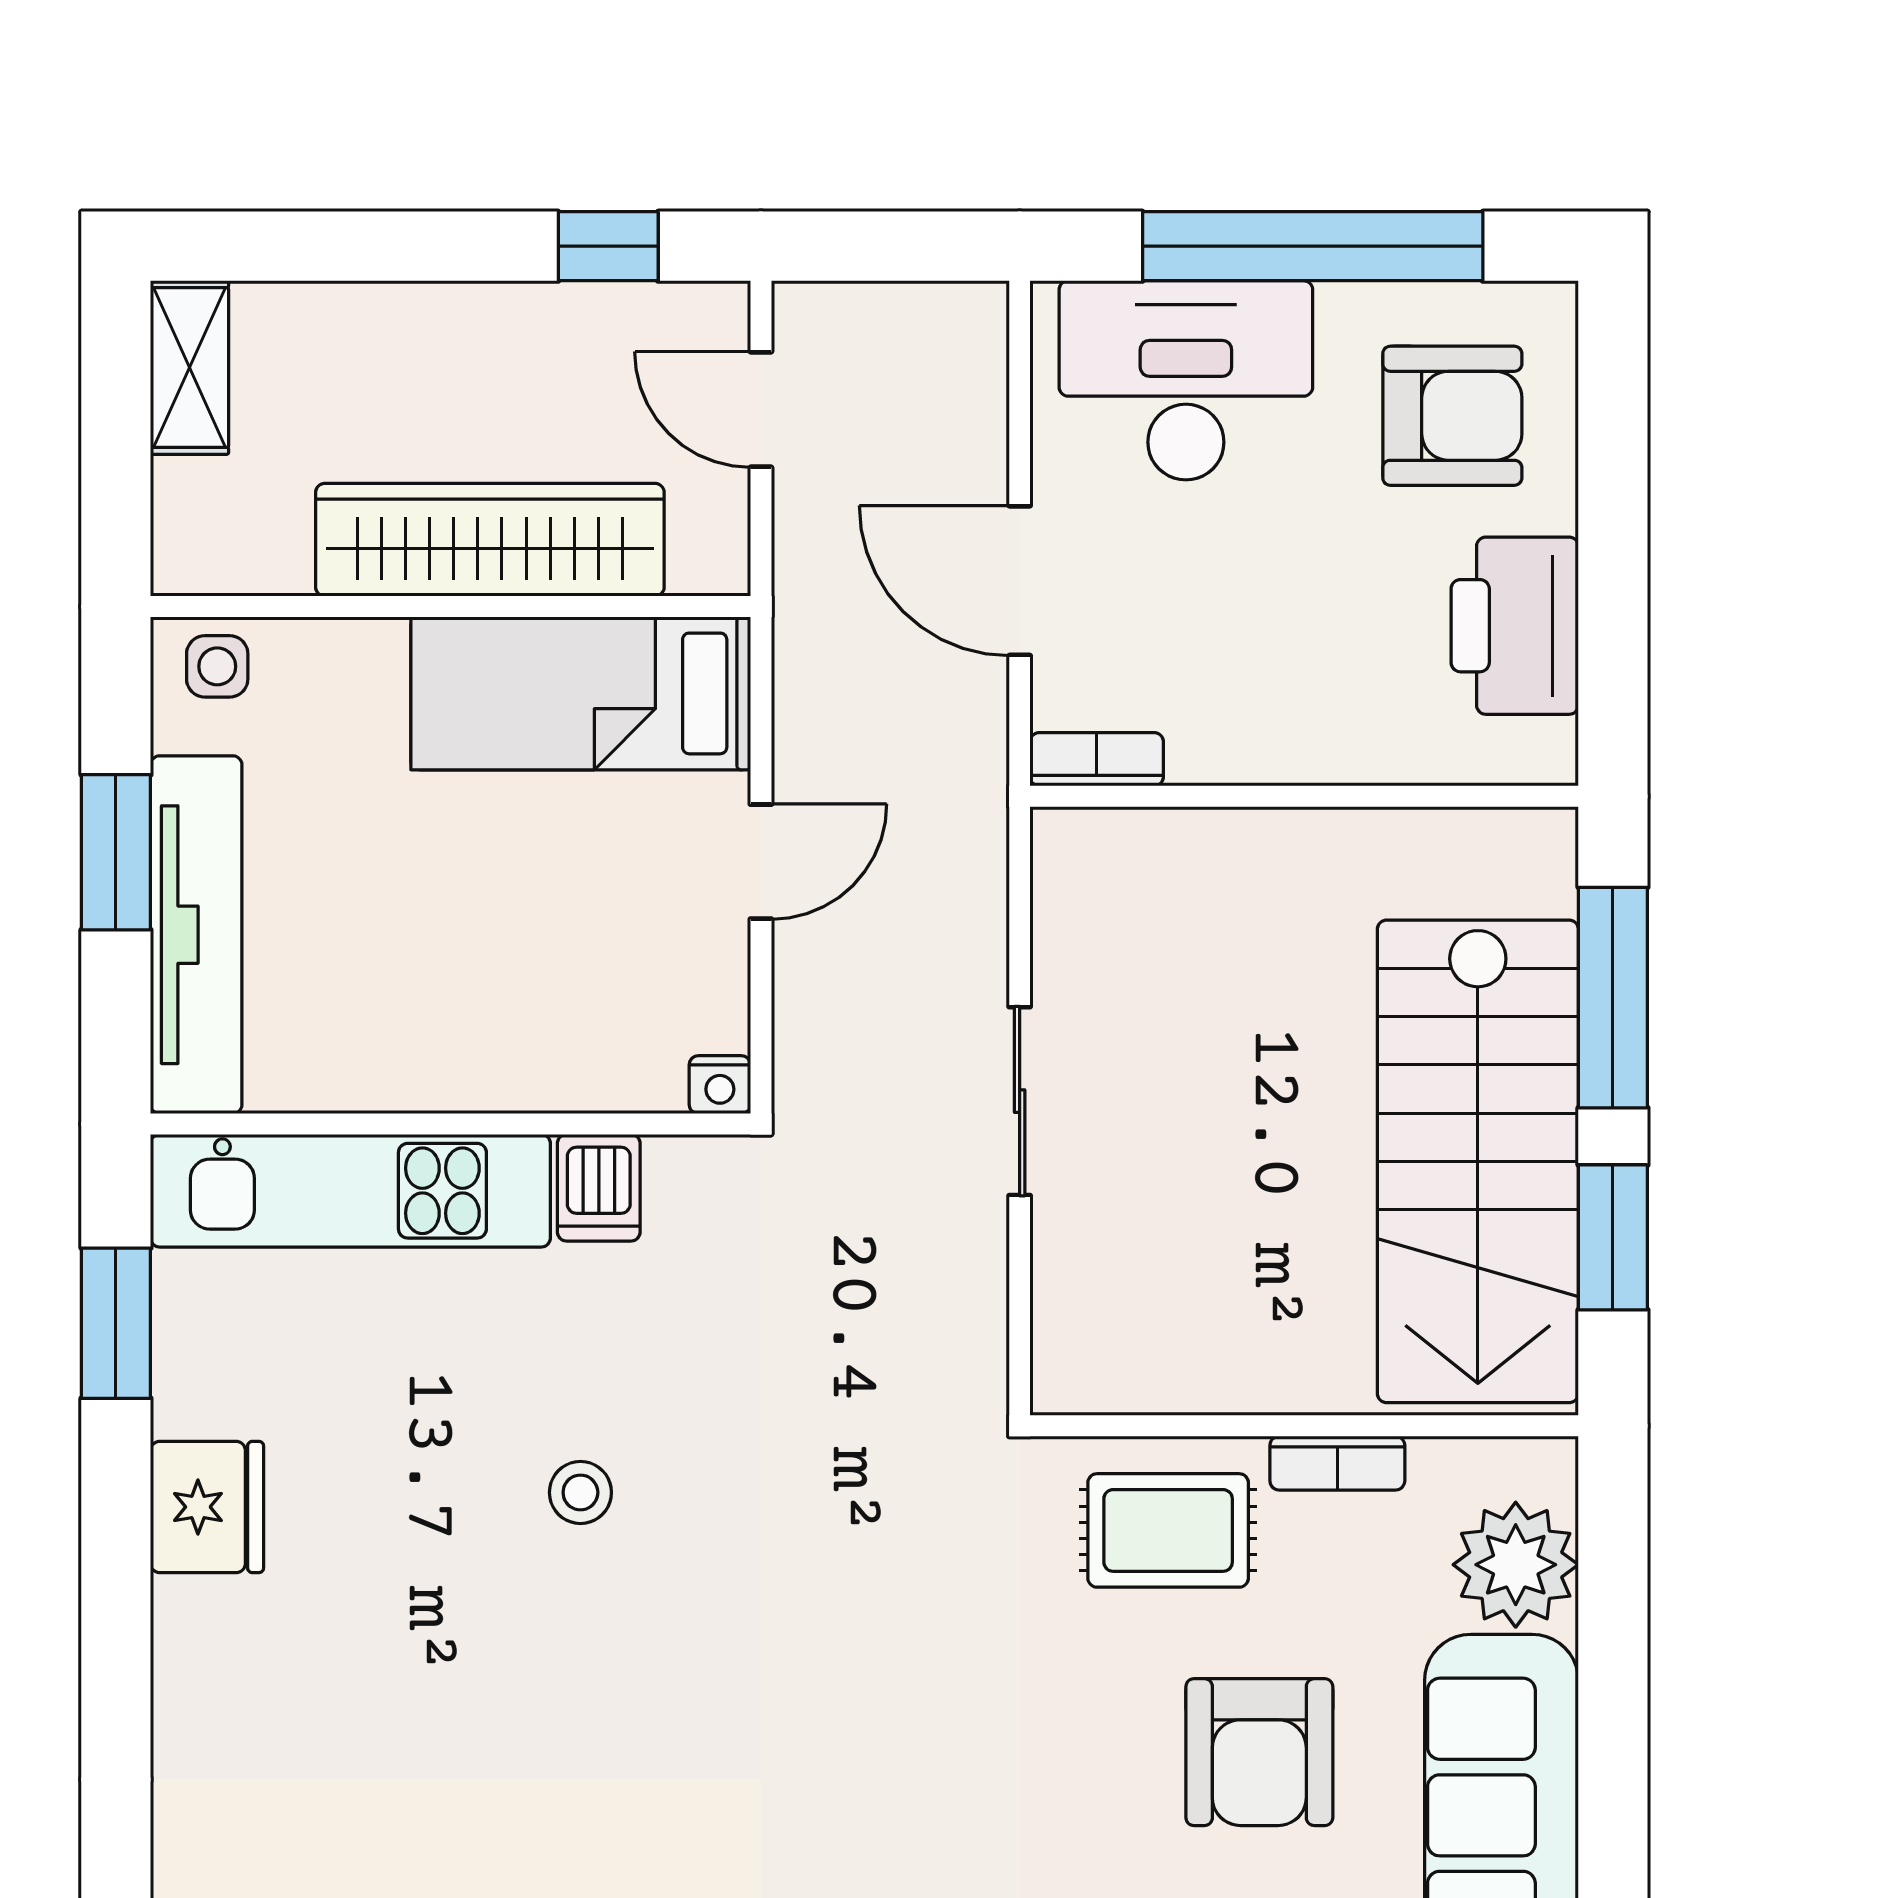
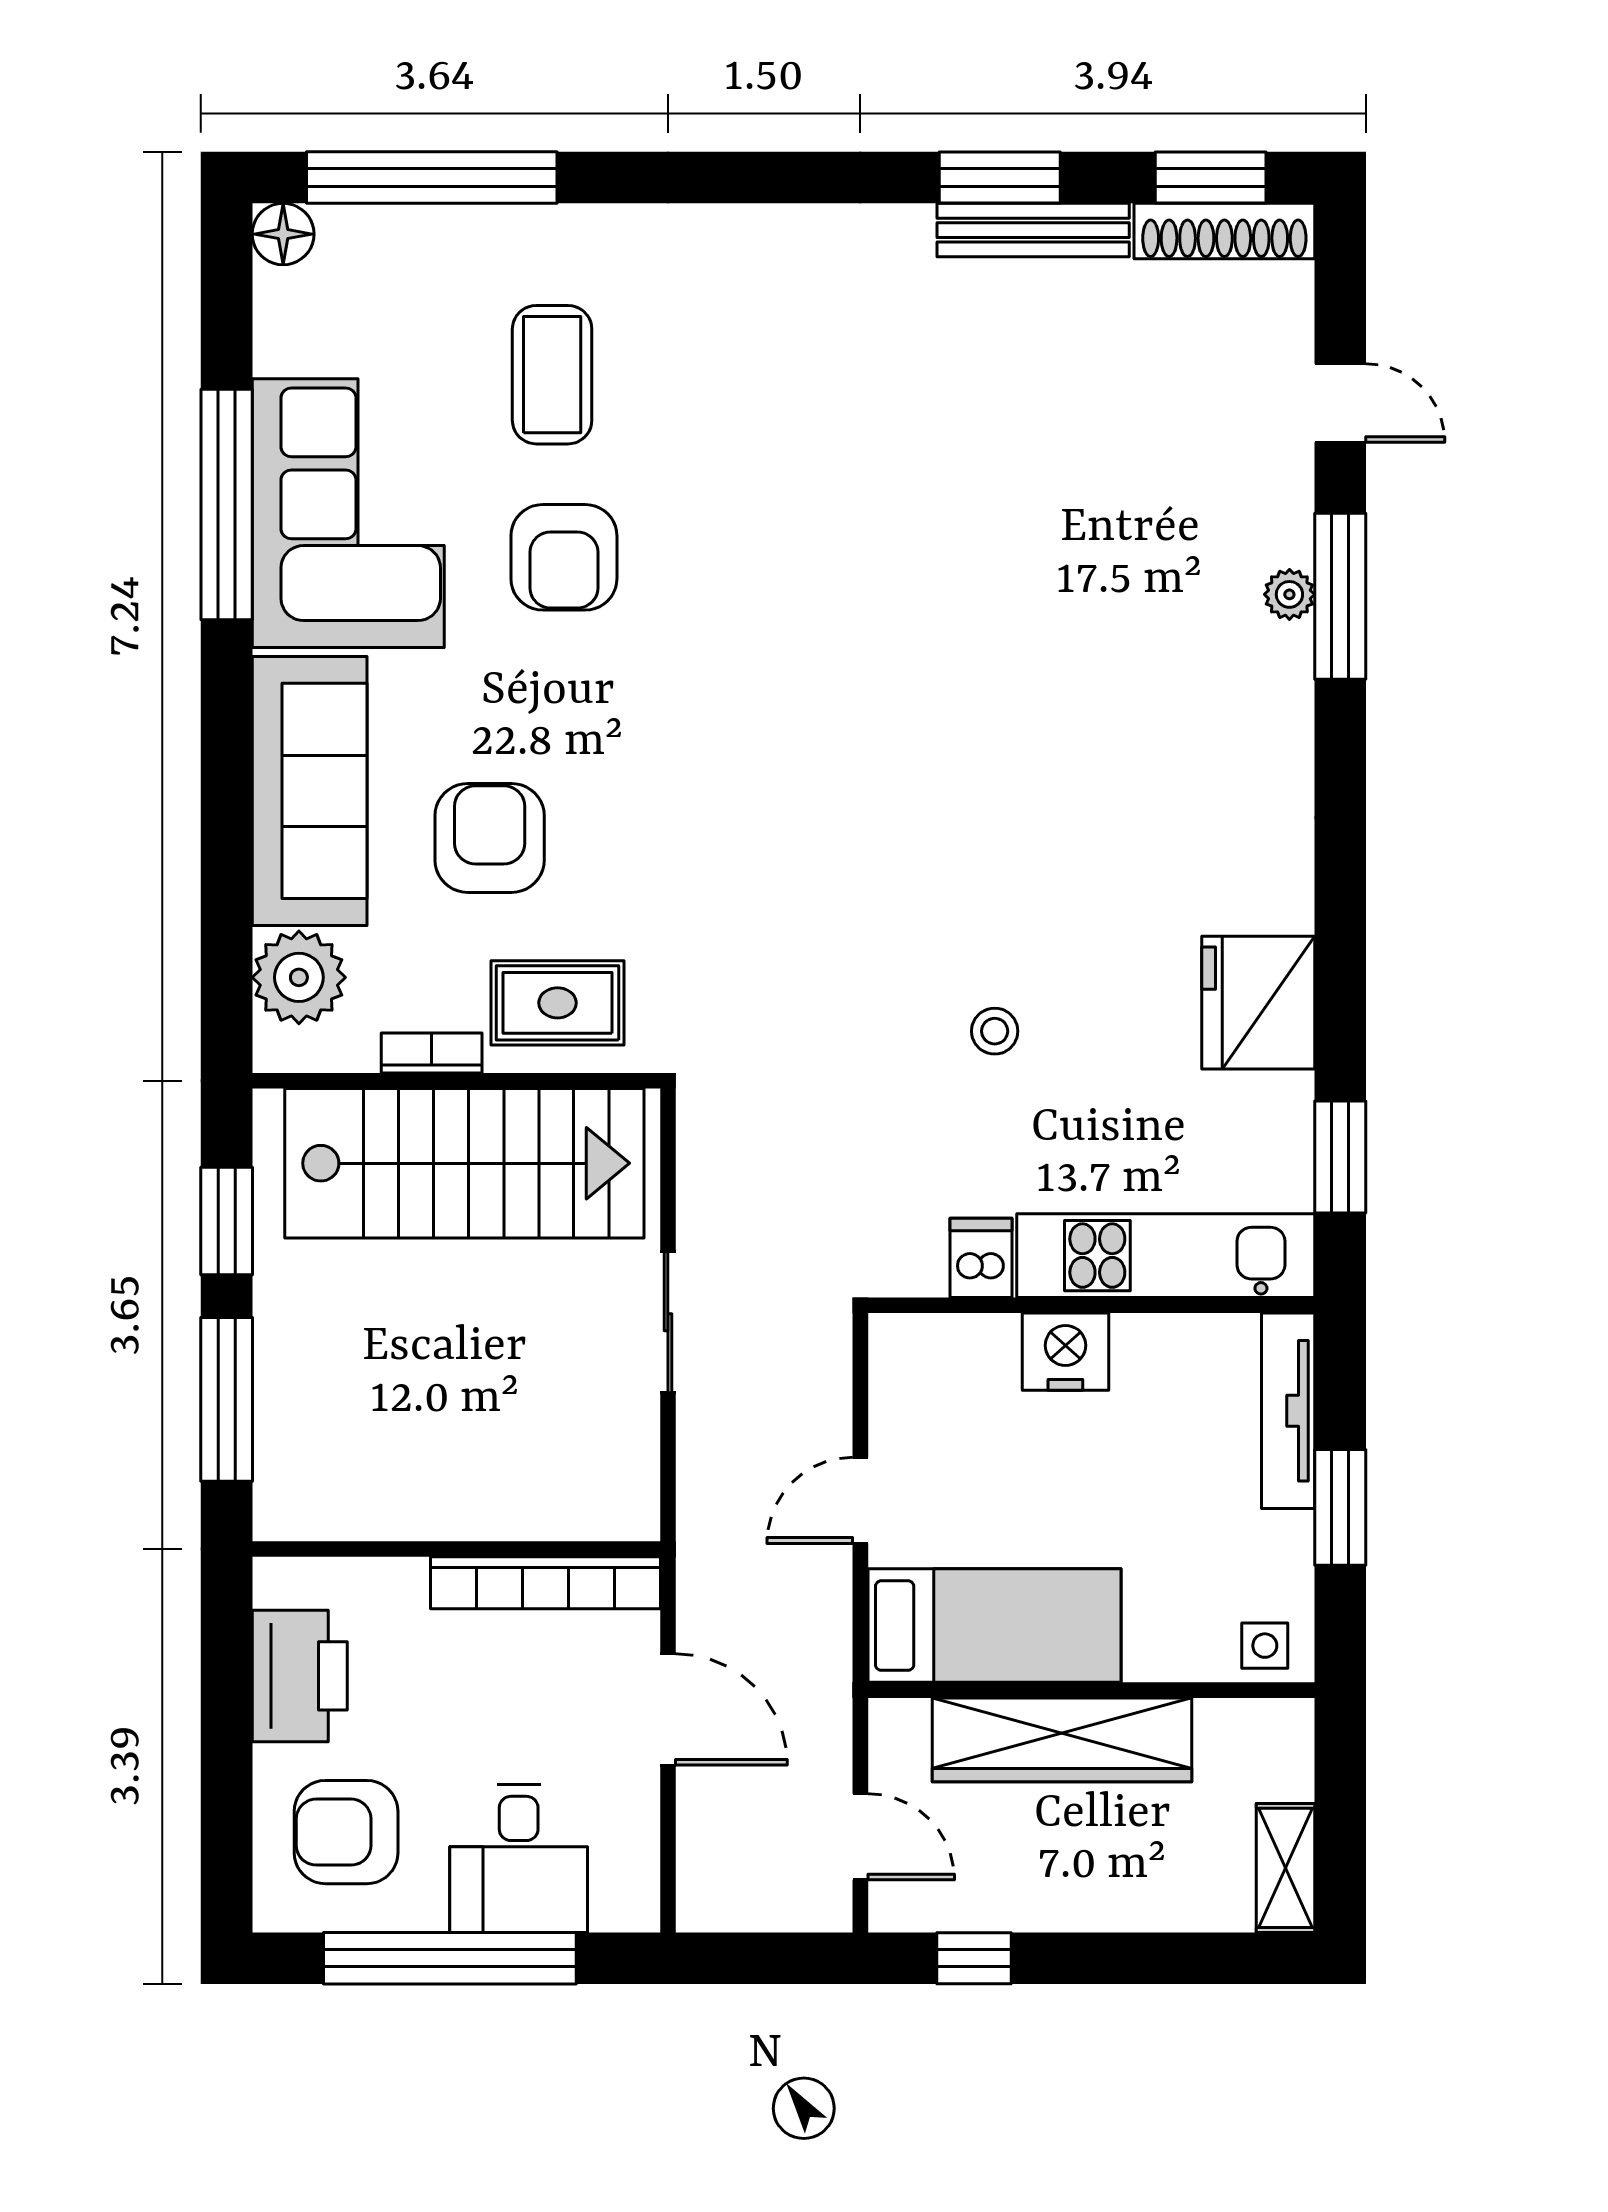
desk: (1186, 380) -> (519, 1858), width x0.73
bookcase: (1097, 759) -> (545, 1583), width x2.31, depth x1.31
tv unit: (196, 935) -> (1288, 1411), width x0.73, depth x0.78
nightstand: (720, 1085) -> (1065, 1352), moved, width x1.89, depth x1.79
stairs: (1478, 1161) -> (464, 1163), moved, turned 90
fridge: (207, 1507) -> (1258, 1003), width x1.36, depth x1.34

